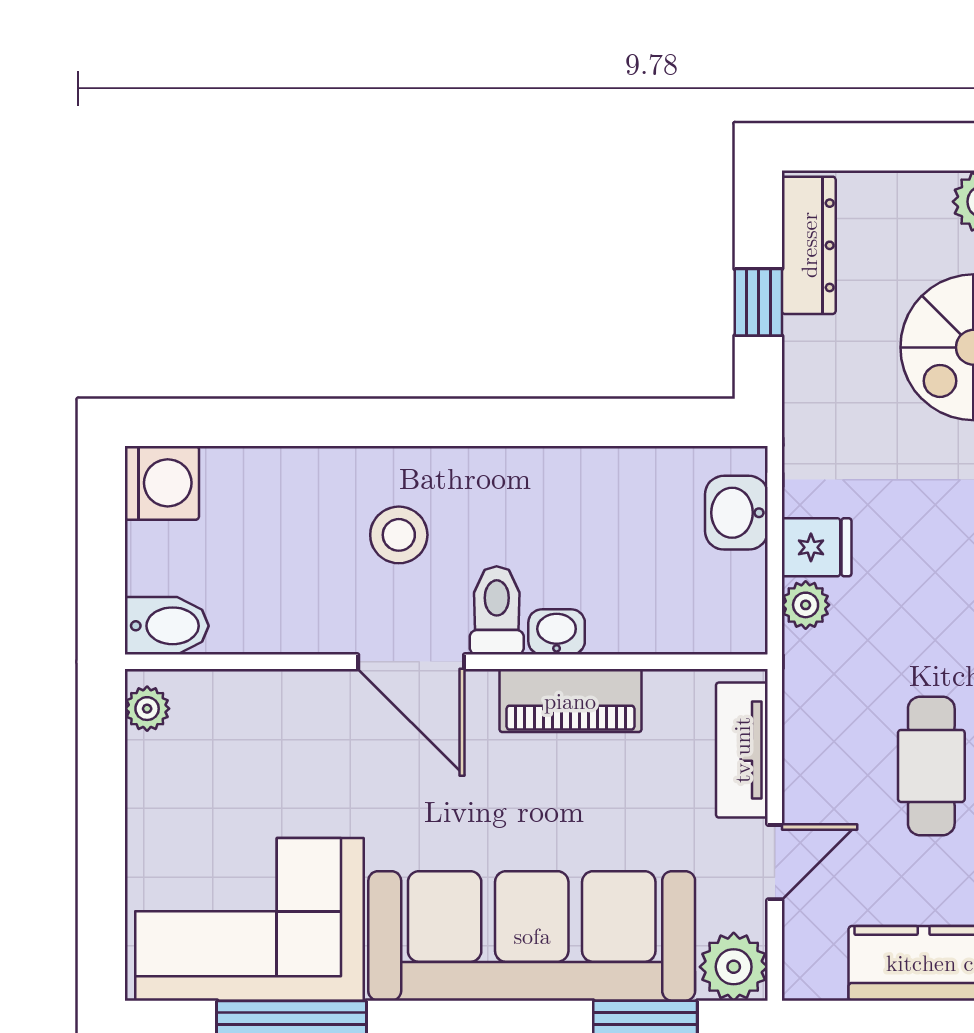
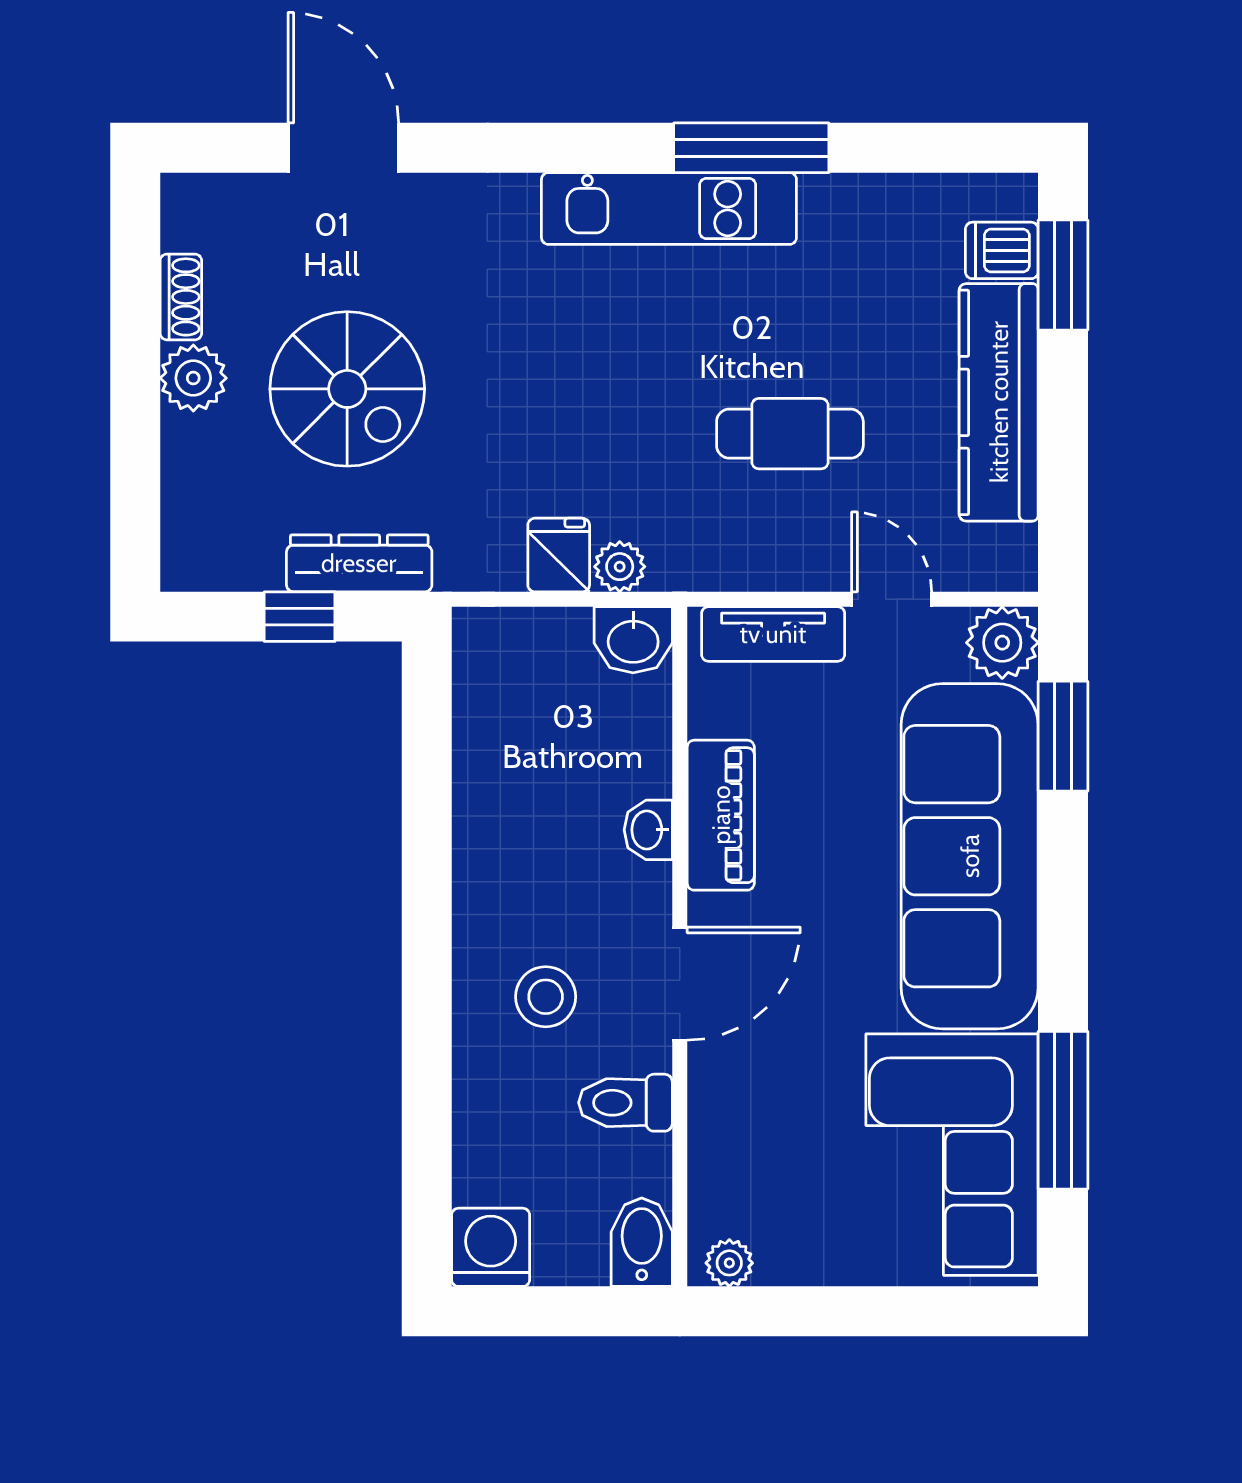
dresser: (809, 245) -> (359, 563), moved
washbasin: (736, 513) -> (633, 640), moved
toilet: (497, 610) -> (625, 1103), moved

